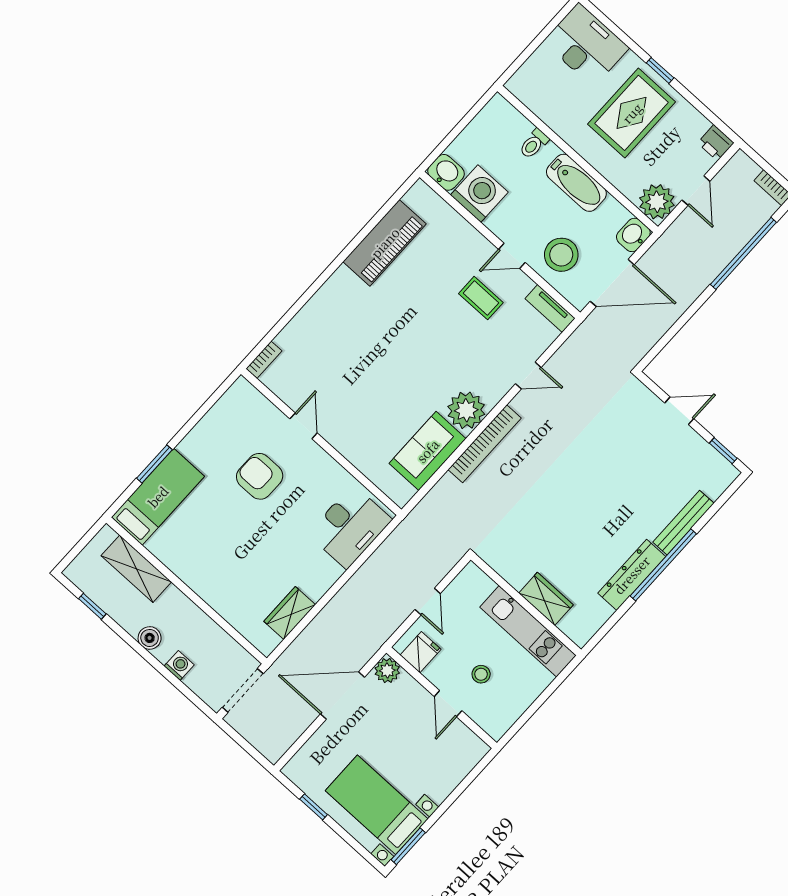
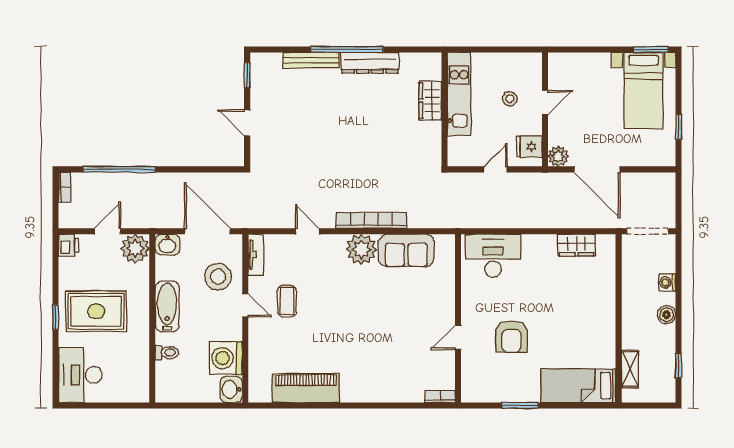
window: (154, 464) -> (520, 405), moved
shelving: (136, 569) -> (630, 369), width x0.67, depth x0.75

